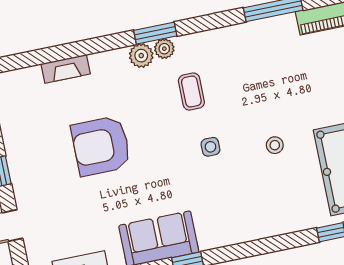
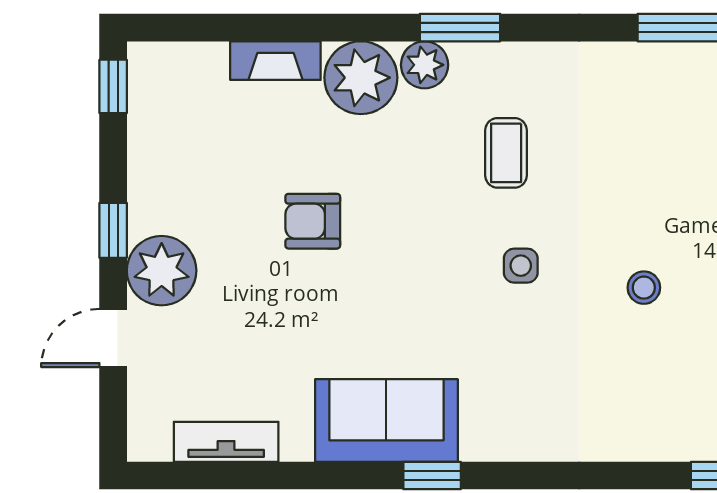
plant: (164, 49) -> (361, 78), moved, width x1.87, depth x1.87
armchair: (101, 146) -> (313, 221), width x0.53, depth x0.53
plant: (30, 187) -> (162, 271), added

